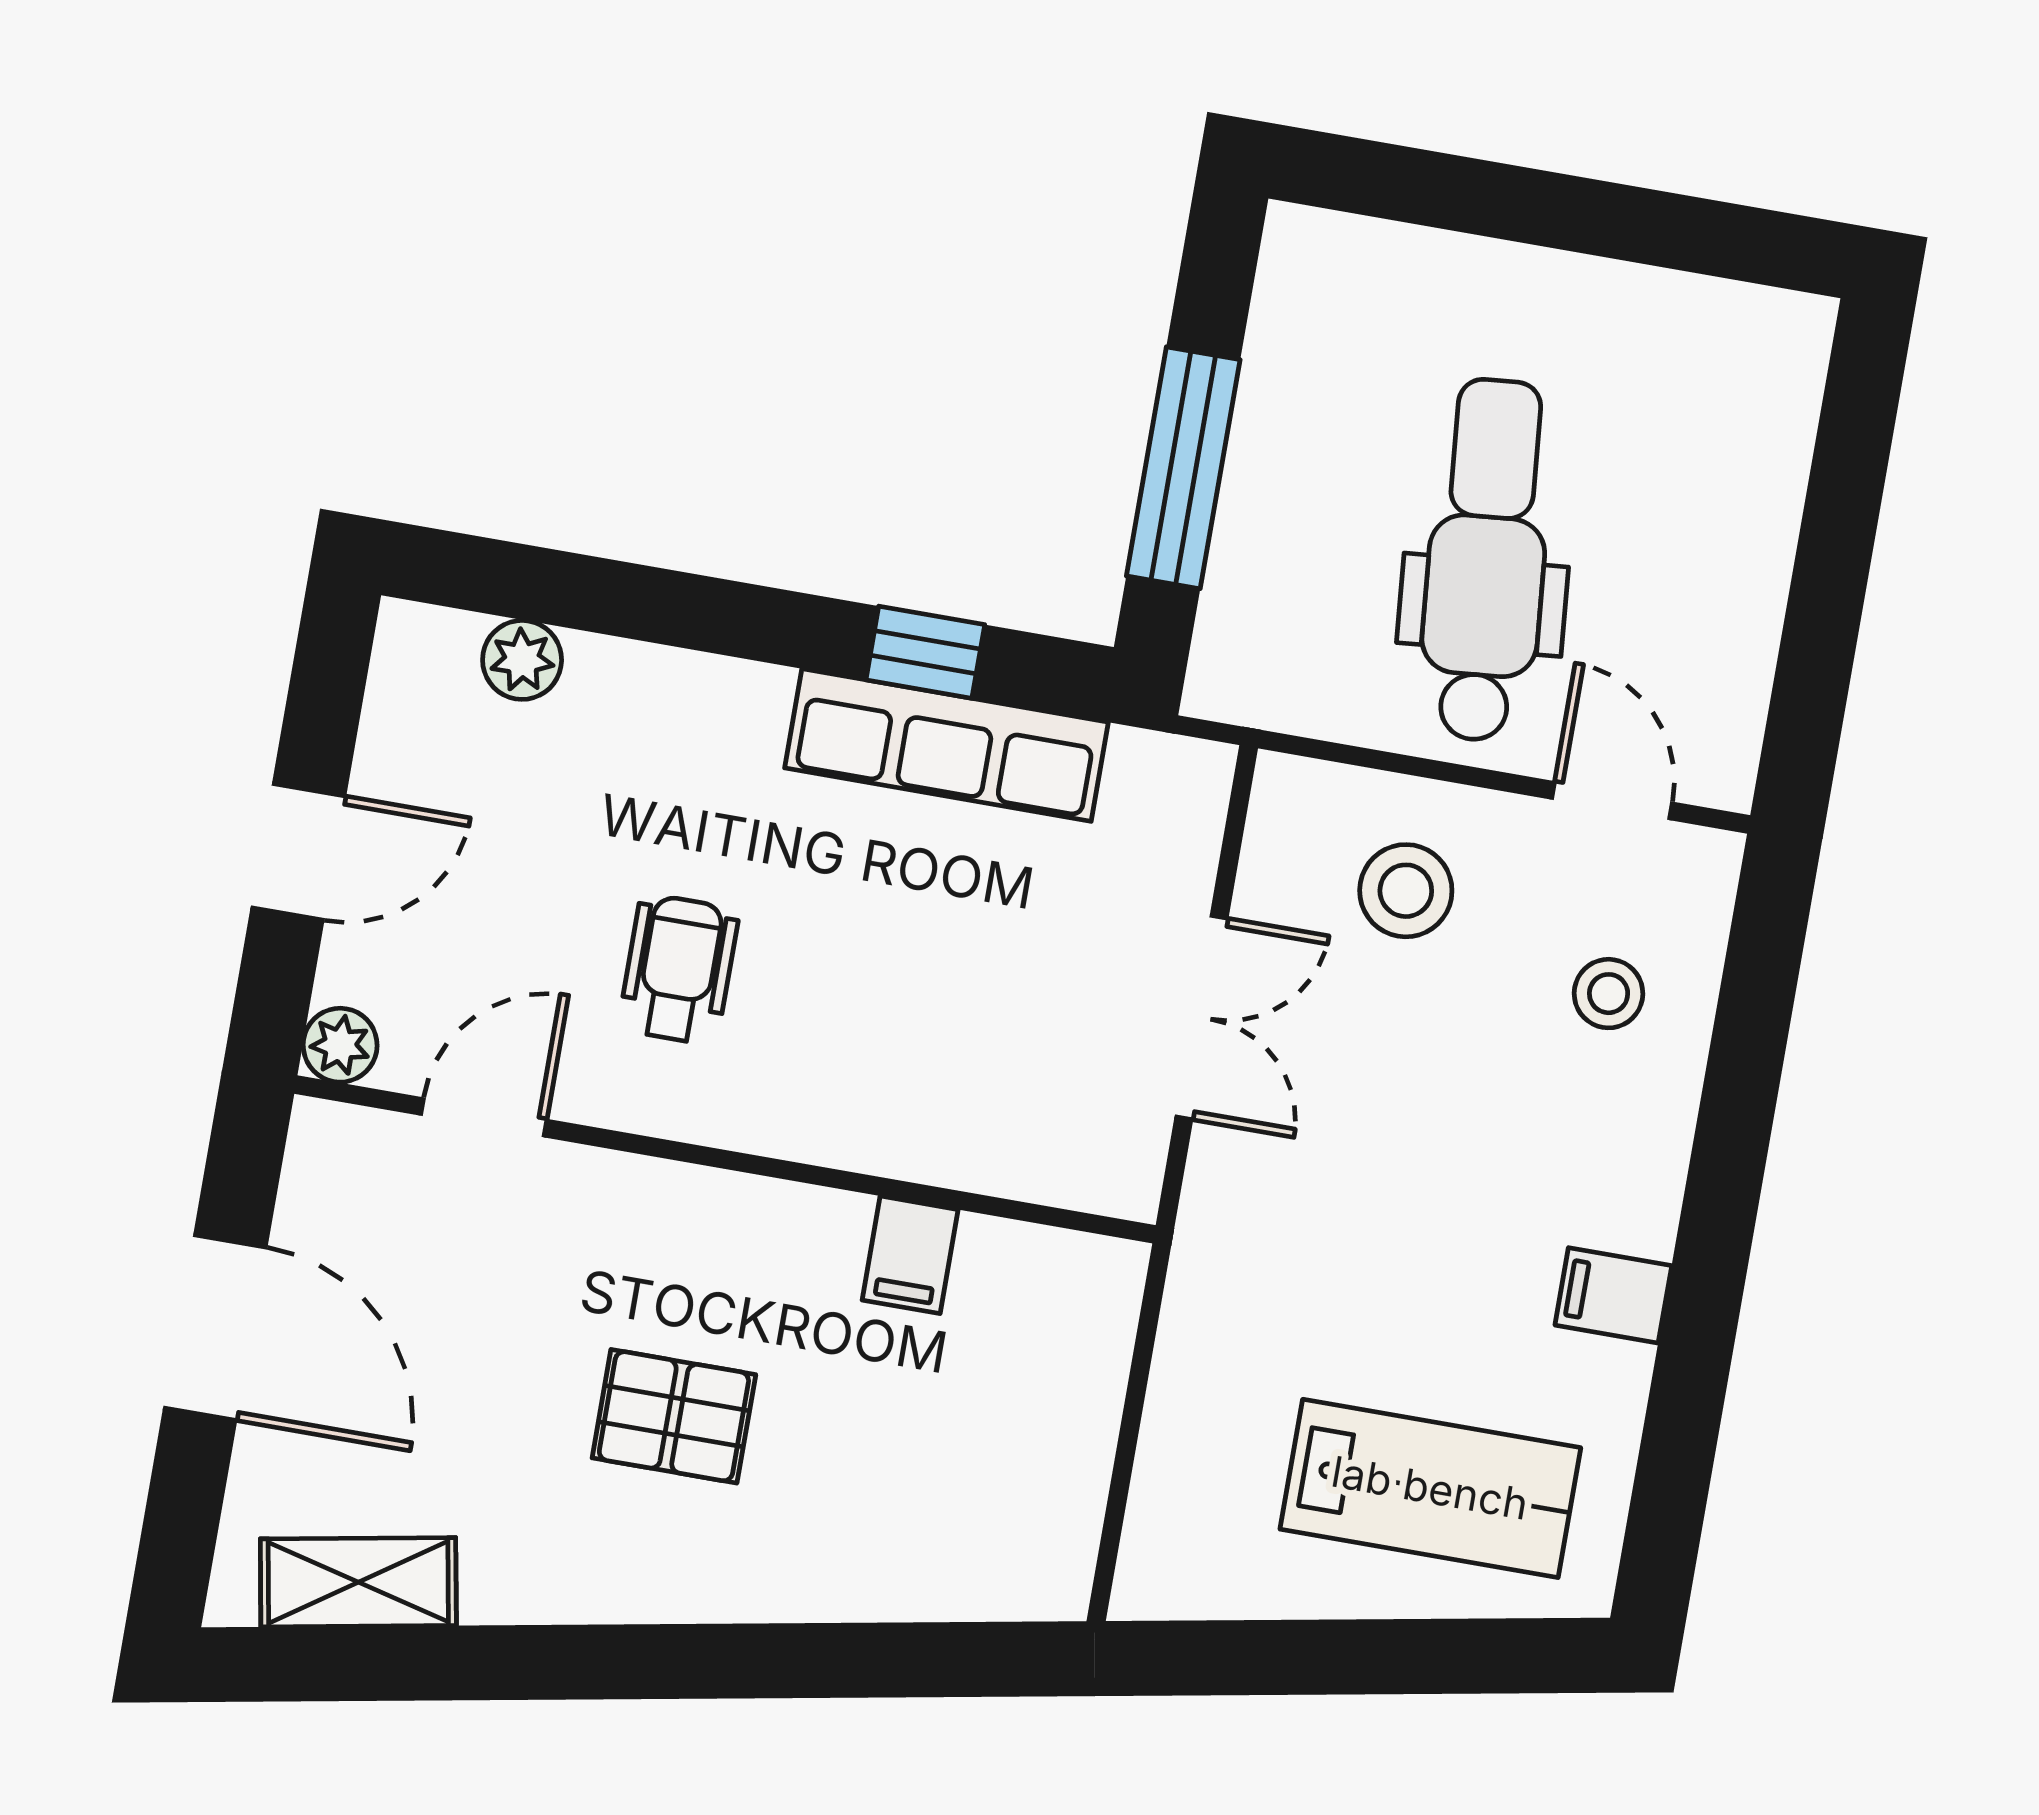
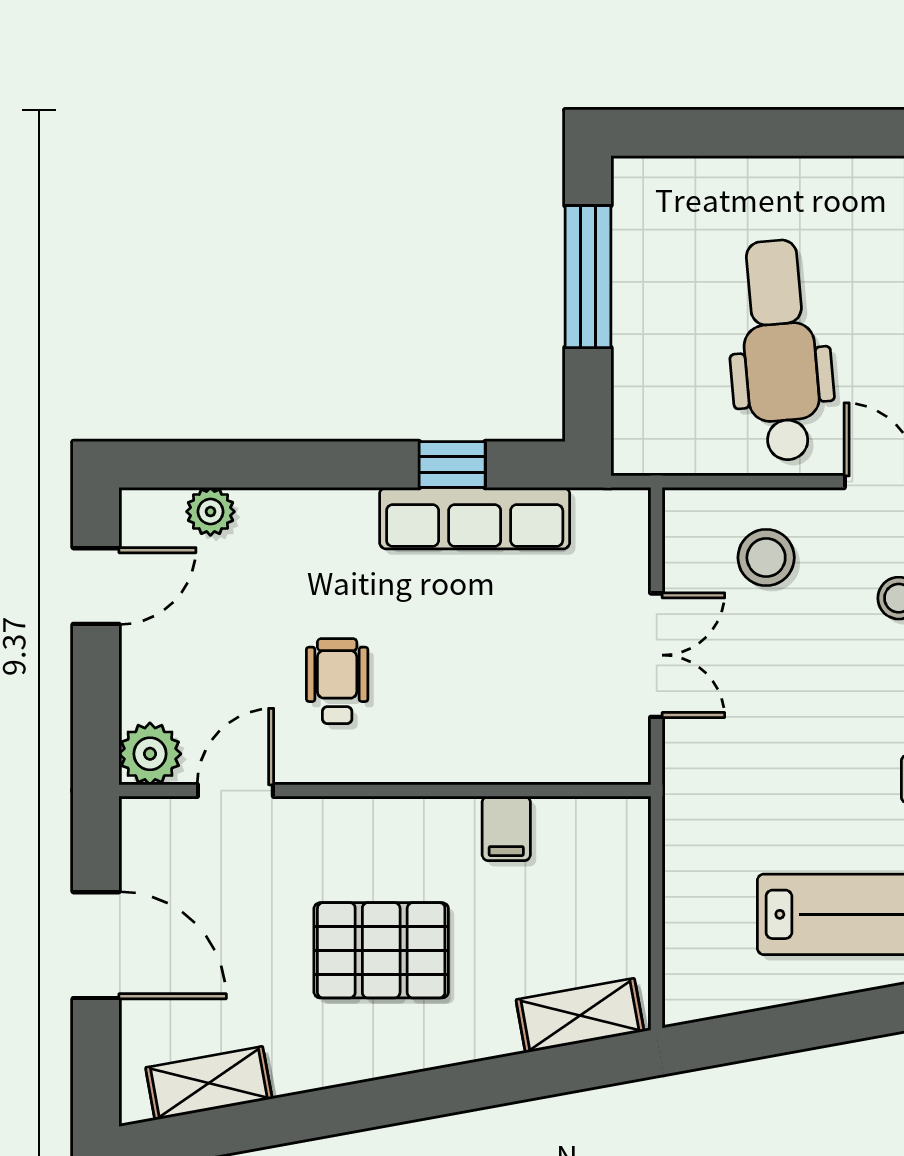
window: (1183, 468) -> (588, 277), moved
door: (298, 852) -> (96, 586), moved
plant: (340, 1045) -> (150, 754), width x1.38, depth x1.38
pallet: (674, 1416) -> (381, 950), width x1.50, depth x1.42
shelving: (976, 1578) -> (580, 1016), added

